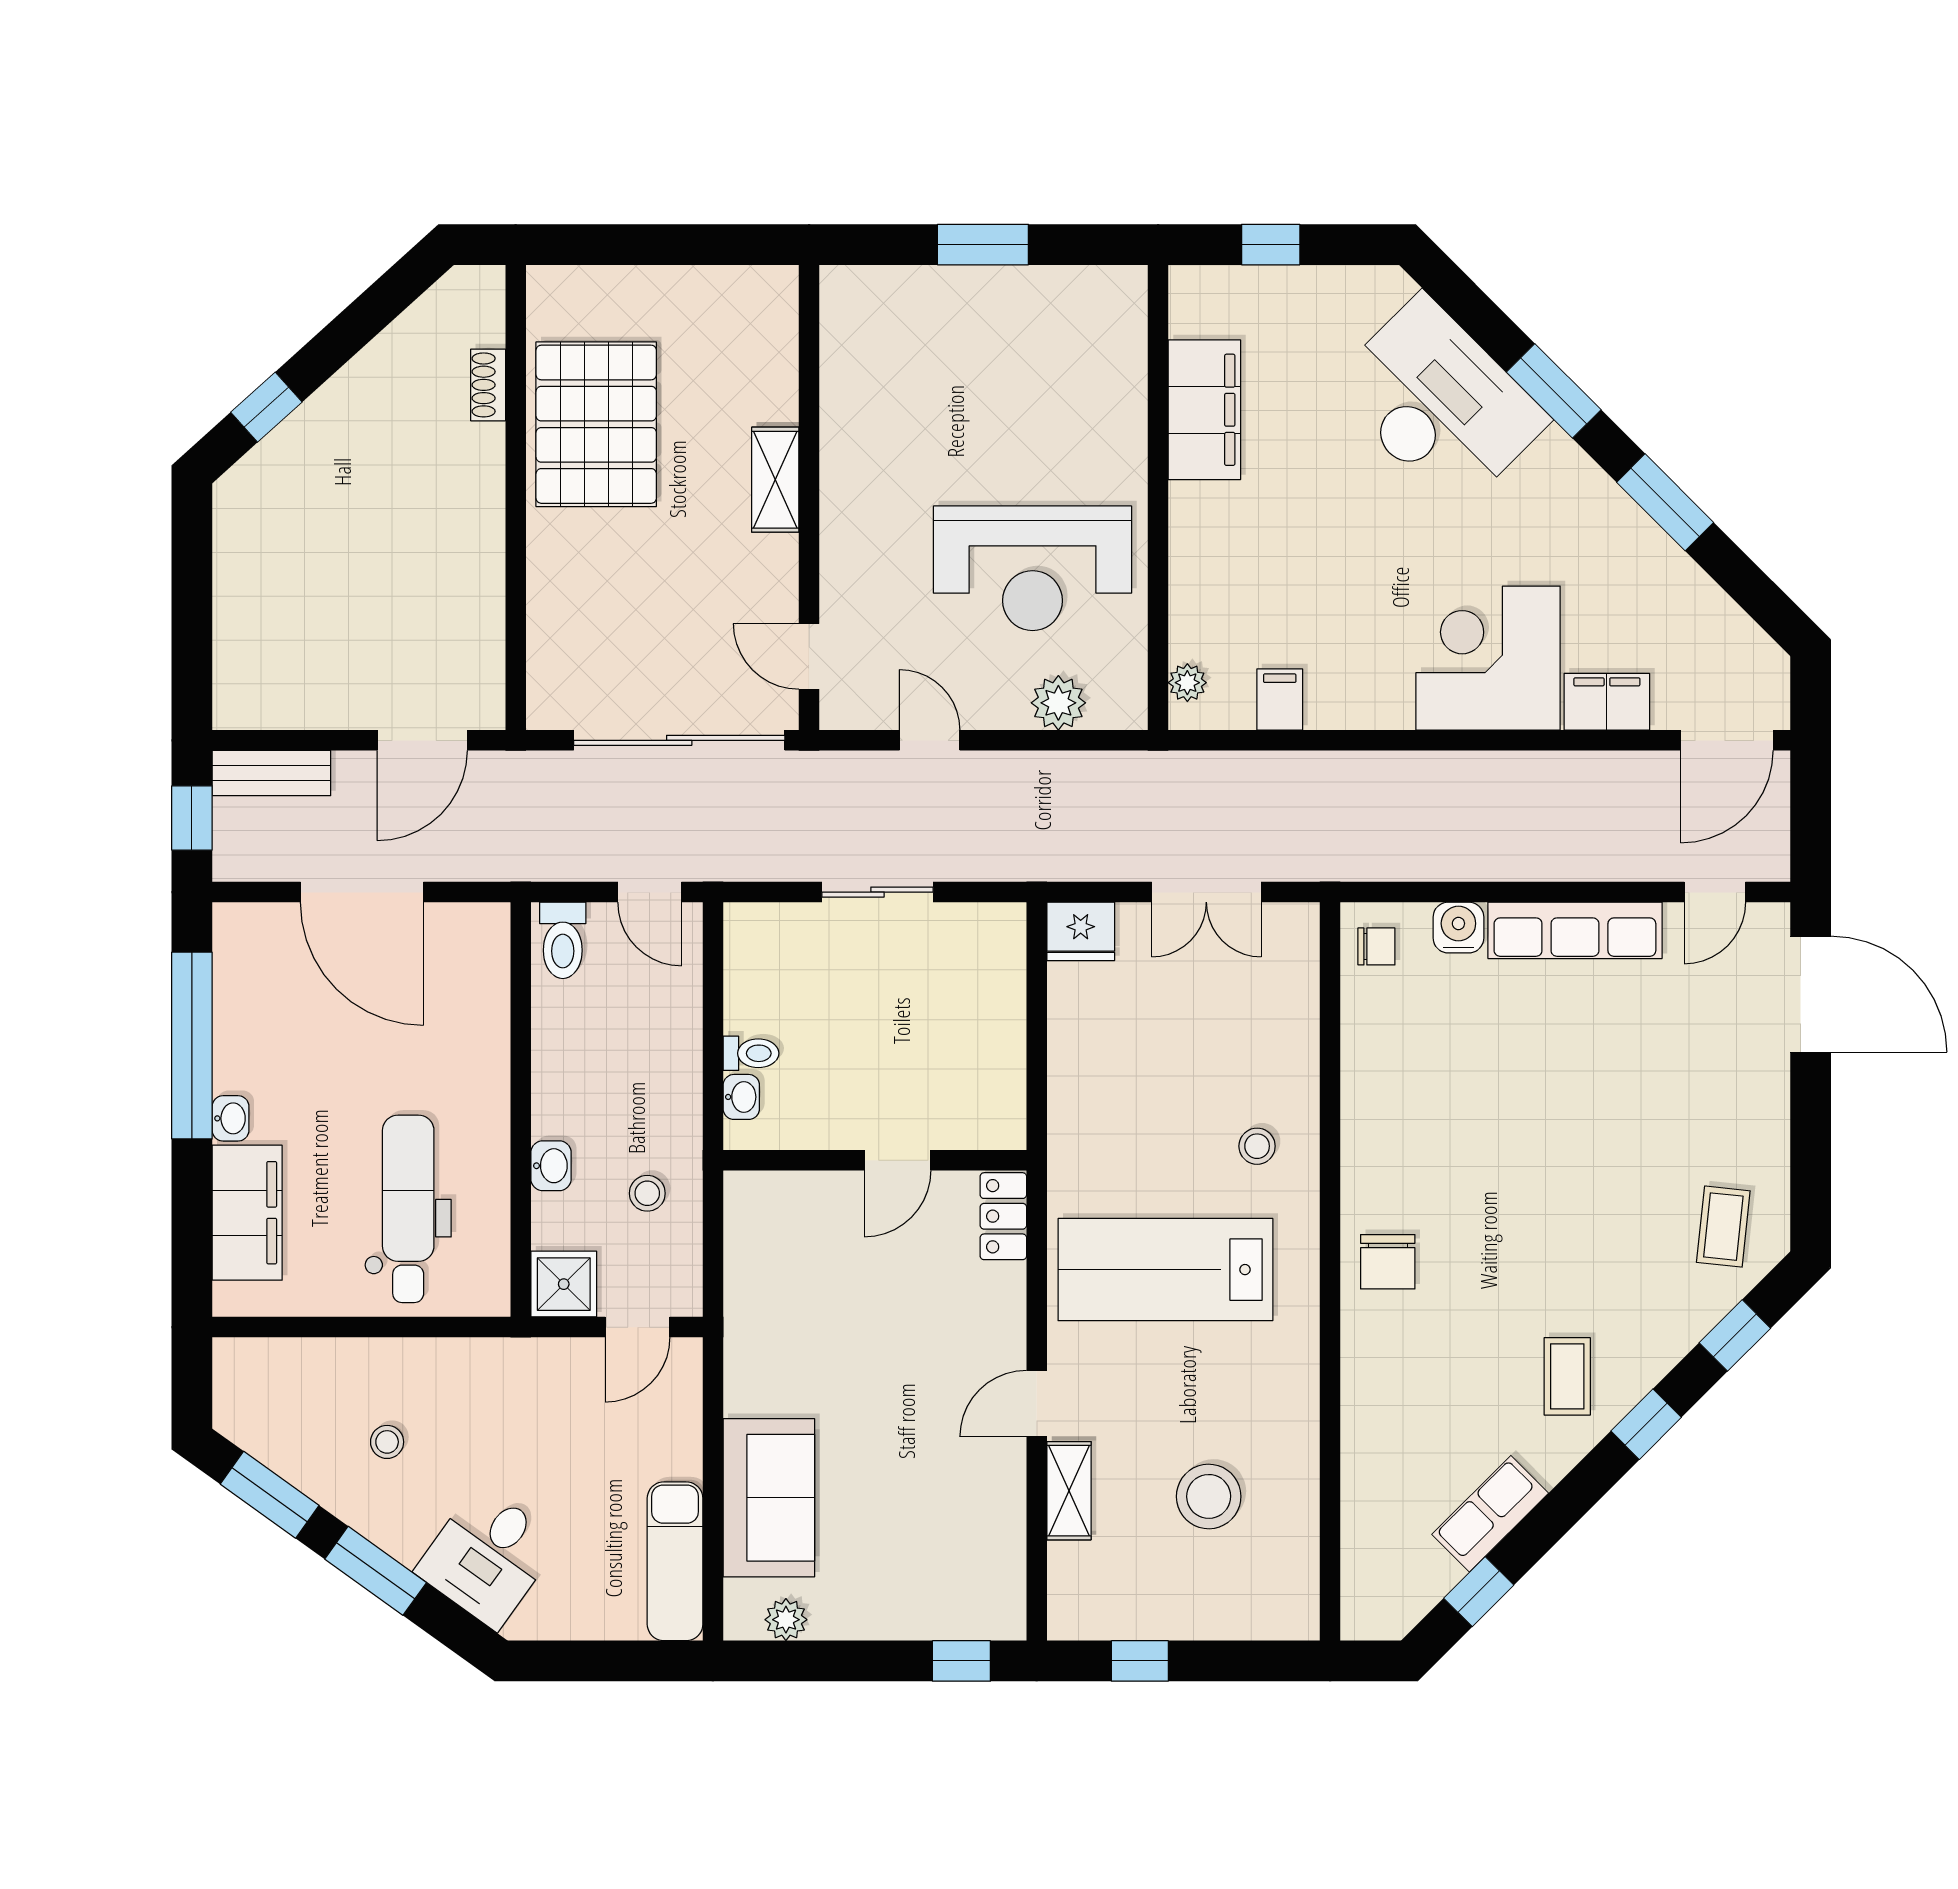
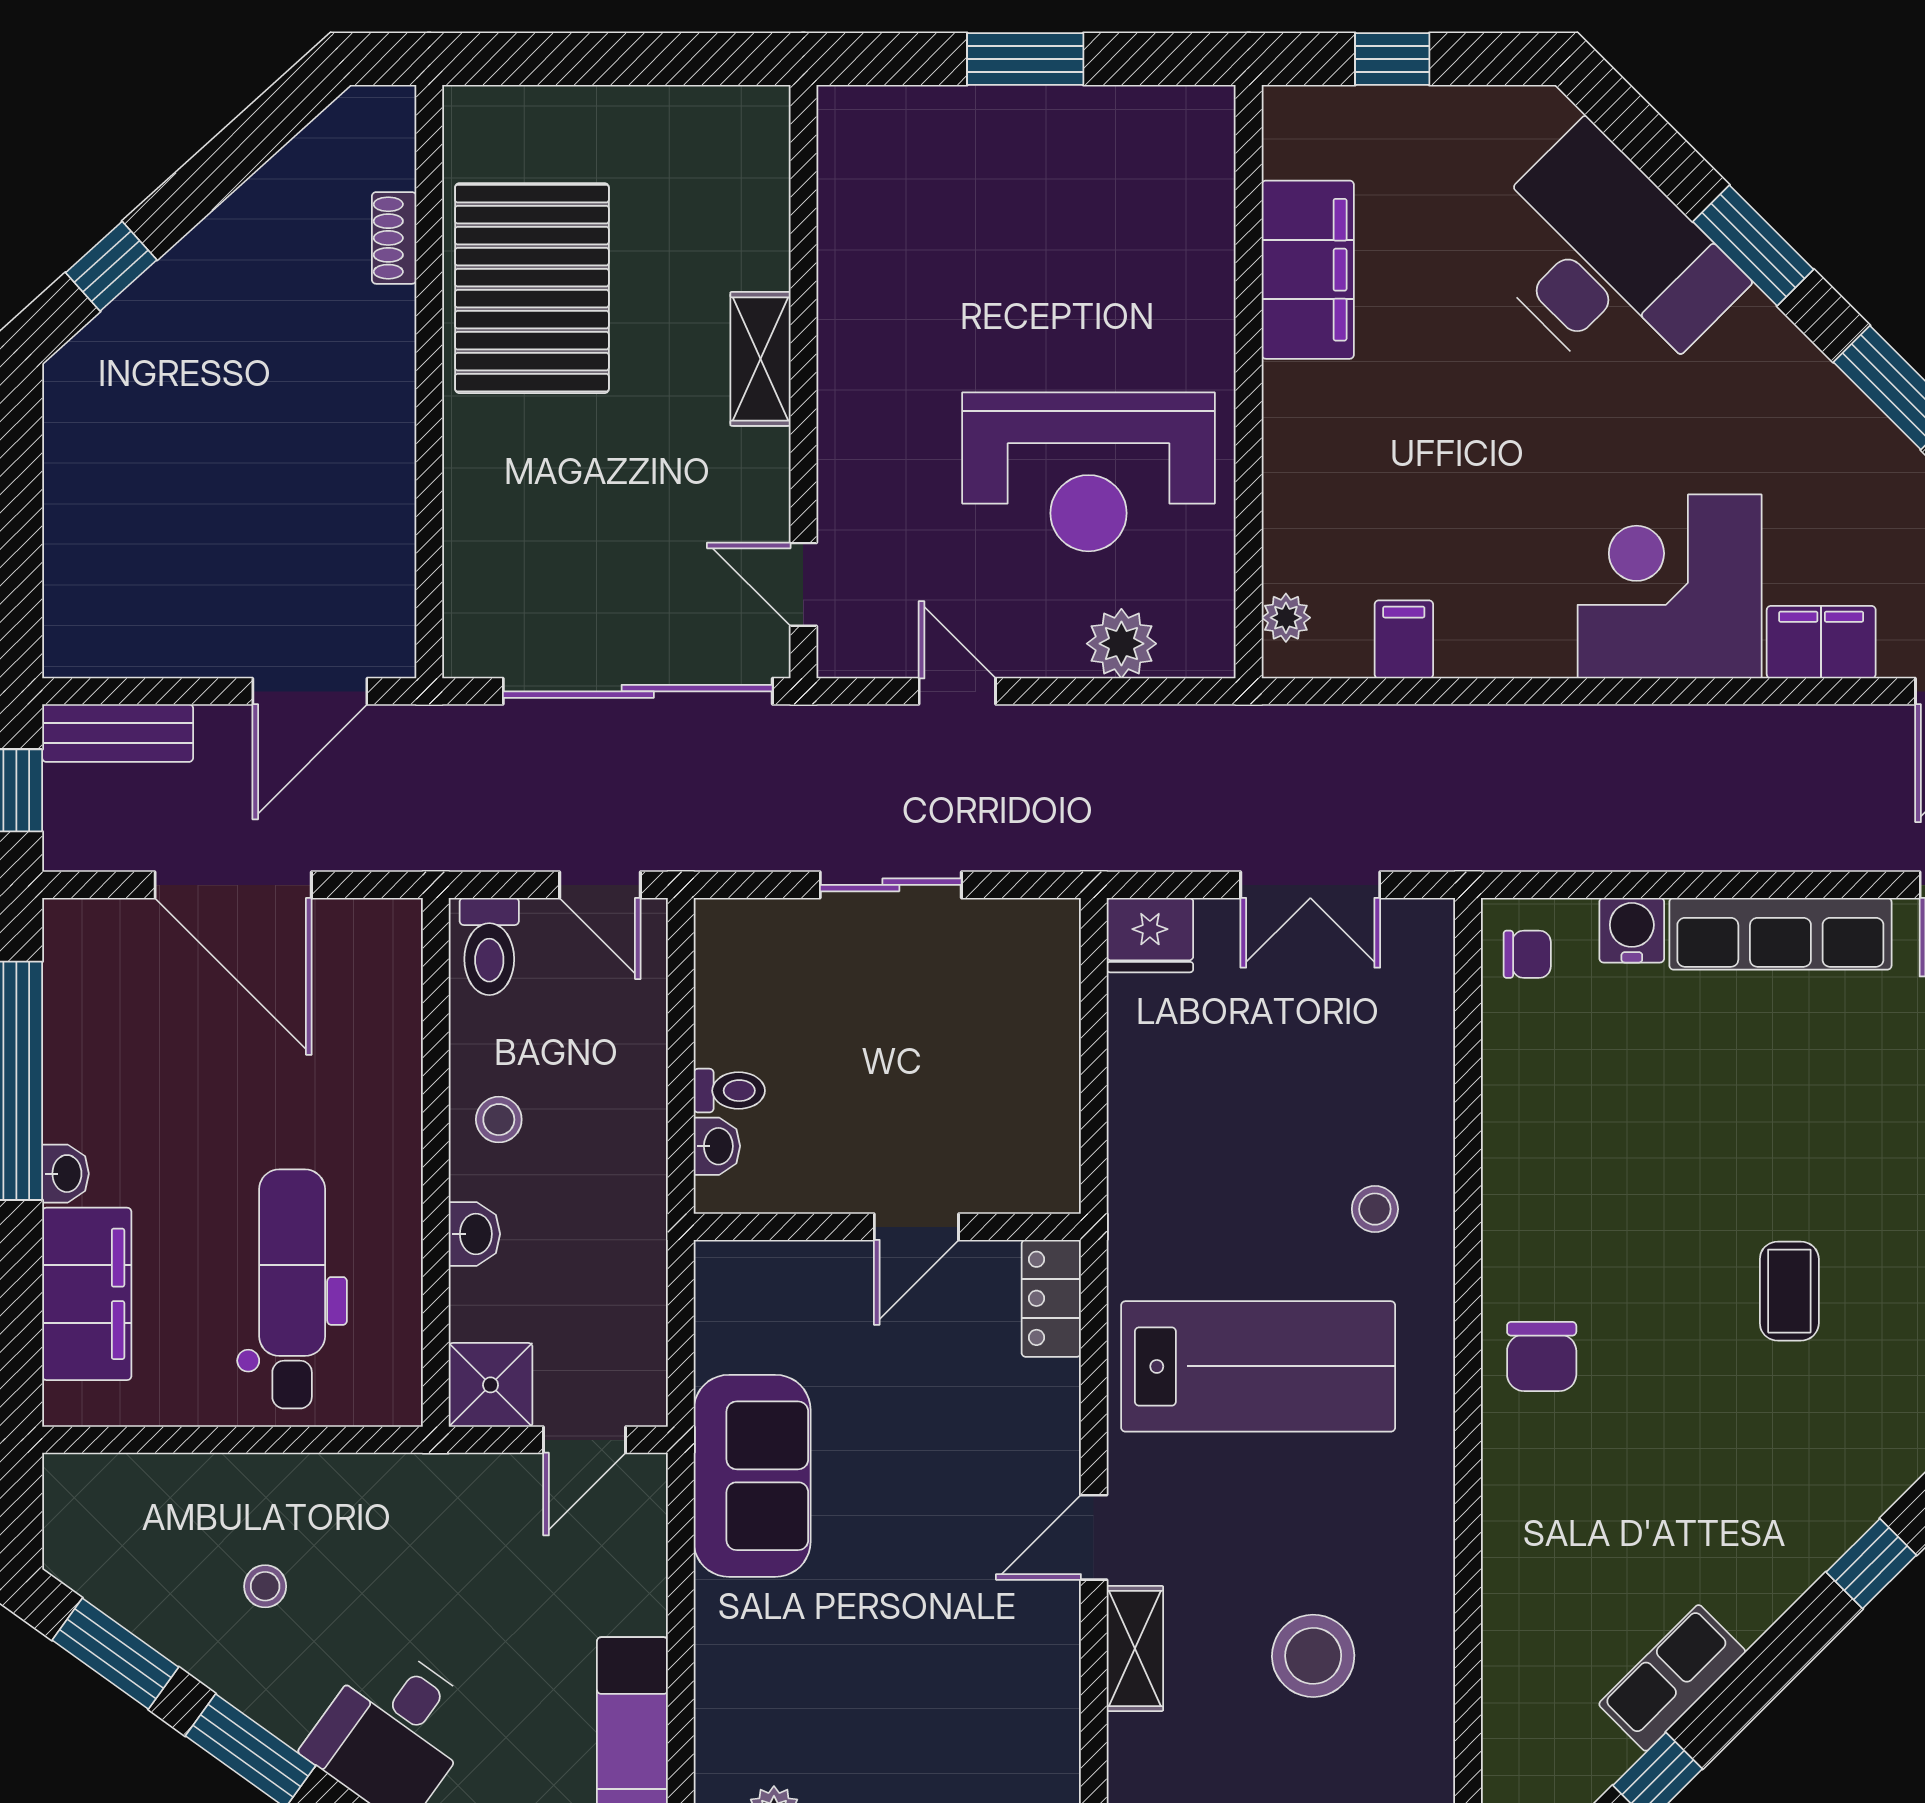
stool: (647, 1193) -> (499, 1120), moved
lab bench: (1165, 1270) -> (1258, 1366), turned 180
coffee table: (1567, 1376) -> (1789, 1291), moved
sofa: (769, 1498) -> (752, 1476), moved

